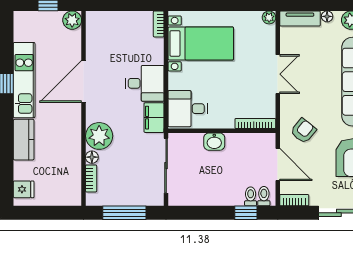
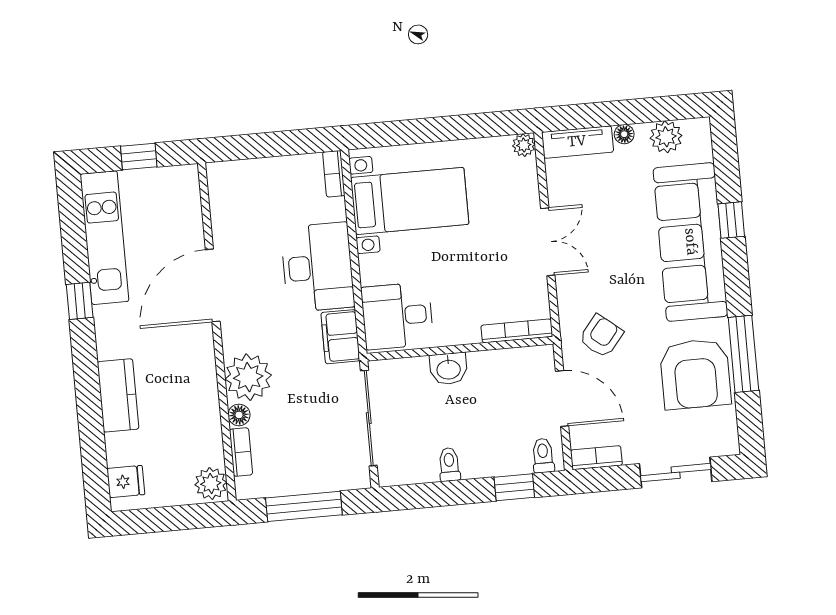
plant: (72, 20) -> (211, 484), moved
kitchen unit: (24, 80) -> (104, 238), moved
desk: (145, 83) -> (318, 267), width x1.37
toilet: (251, 196) -> (449, 464), moved

